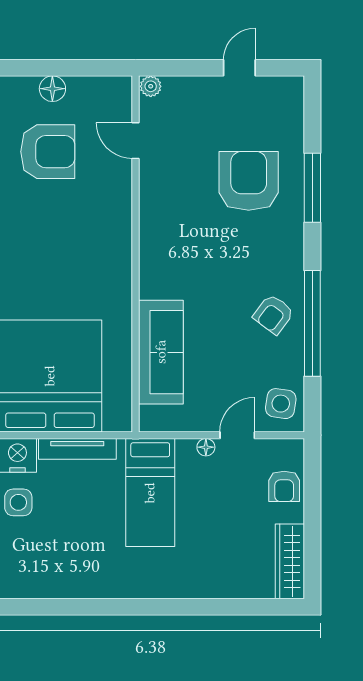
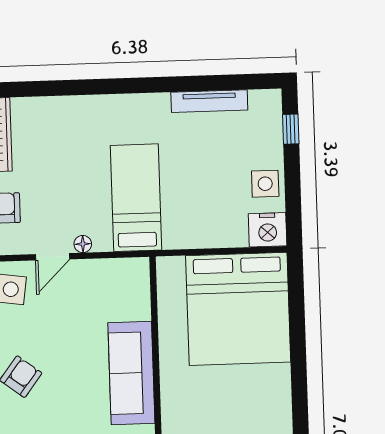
sofa: (161, 352) -> (131, 373), moved
tv unit: (77, 449) -> (209, 101), moved, turned 180

